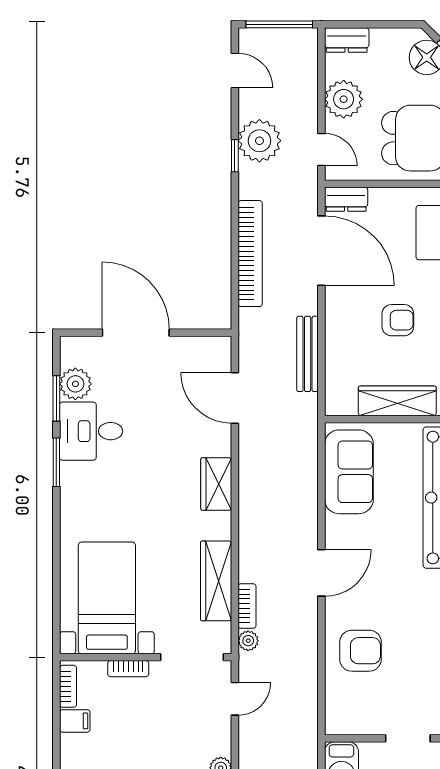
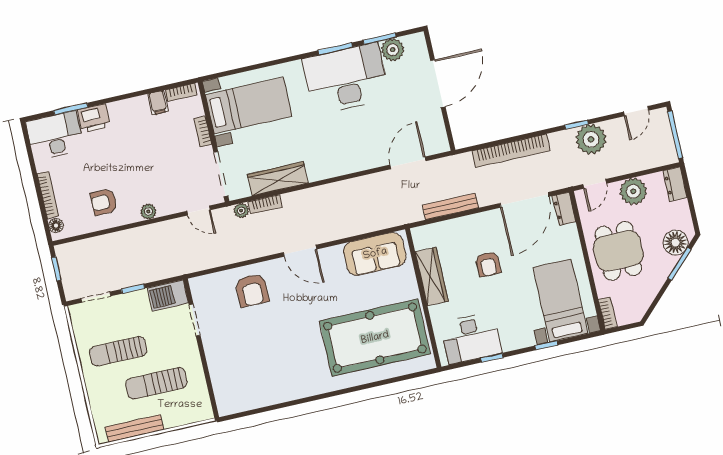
desk: (91, 431) -> (346, 79), width x1.87, depth x1.30
wardrobe: (216, 484) -> (345, 164), removed
doorway: (408, 738) -> (195, 320), moved

